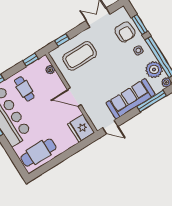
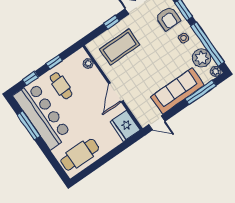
window: (62, 40) -> (111, 22), moved
window: (30, 60) -> (54, 62), moved
door: (74, 97) -> (116, 92), hinge flipped

